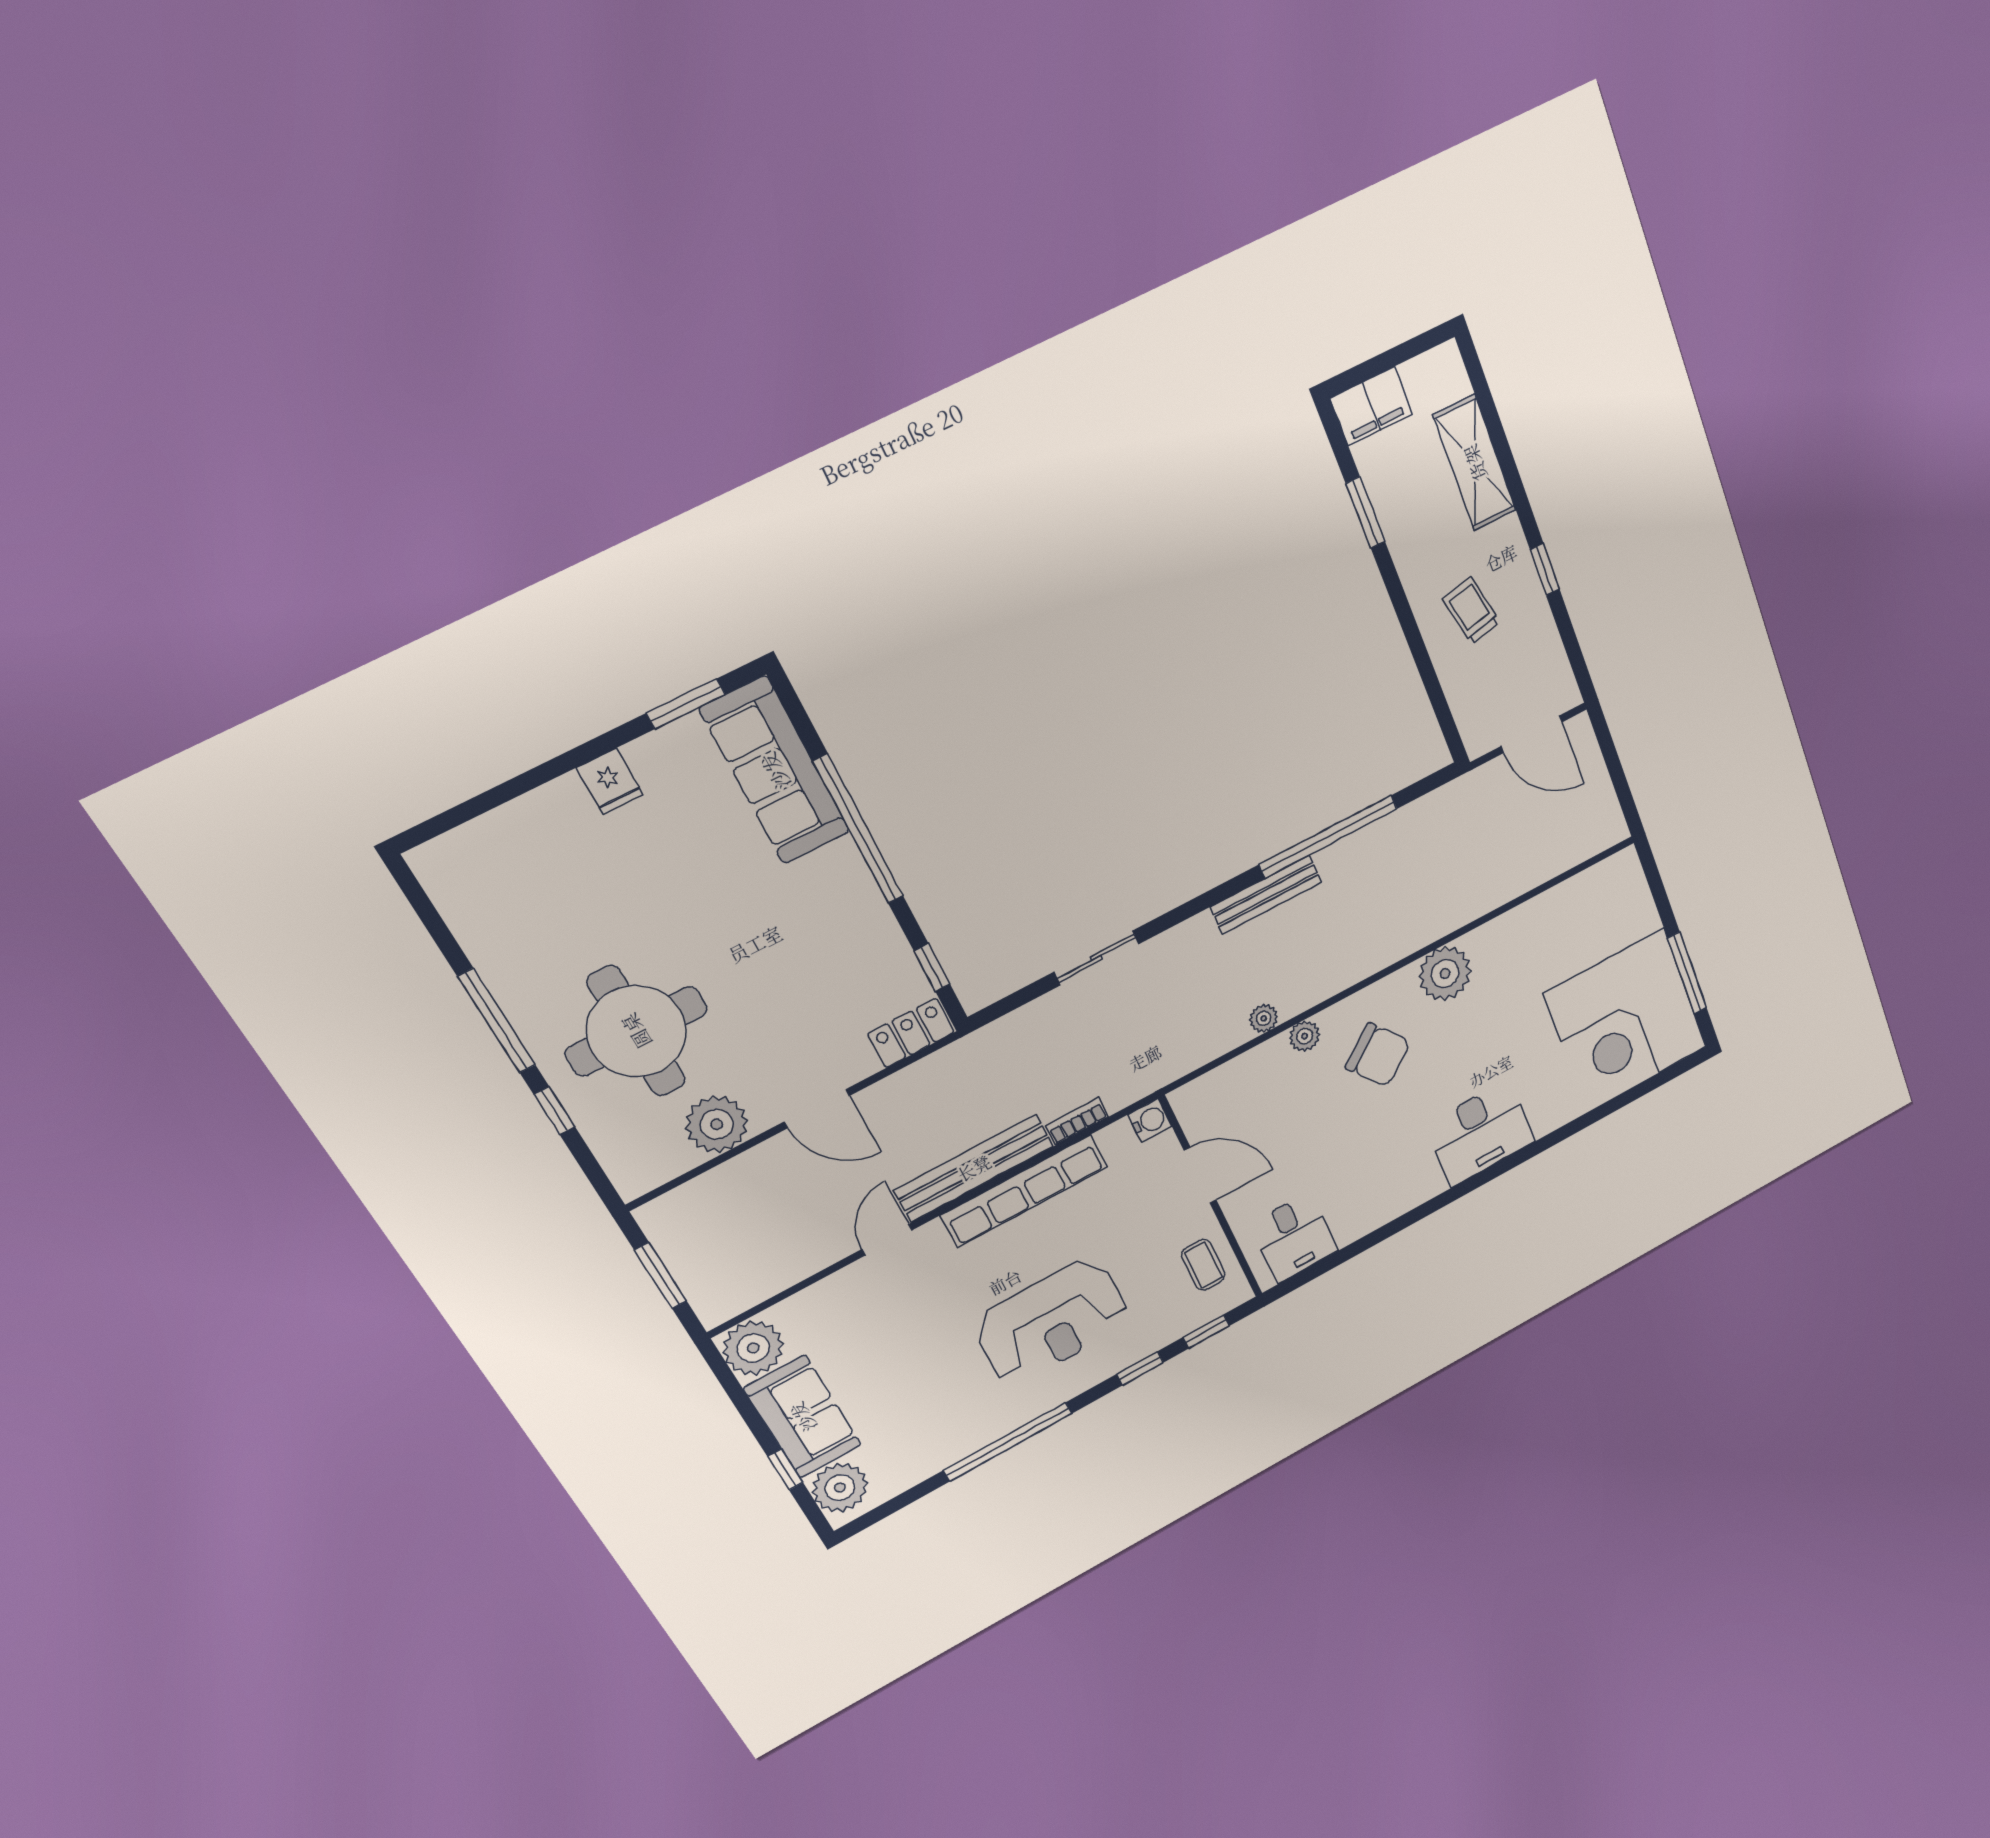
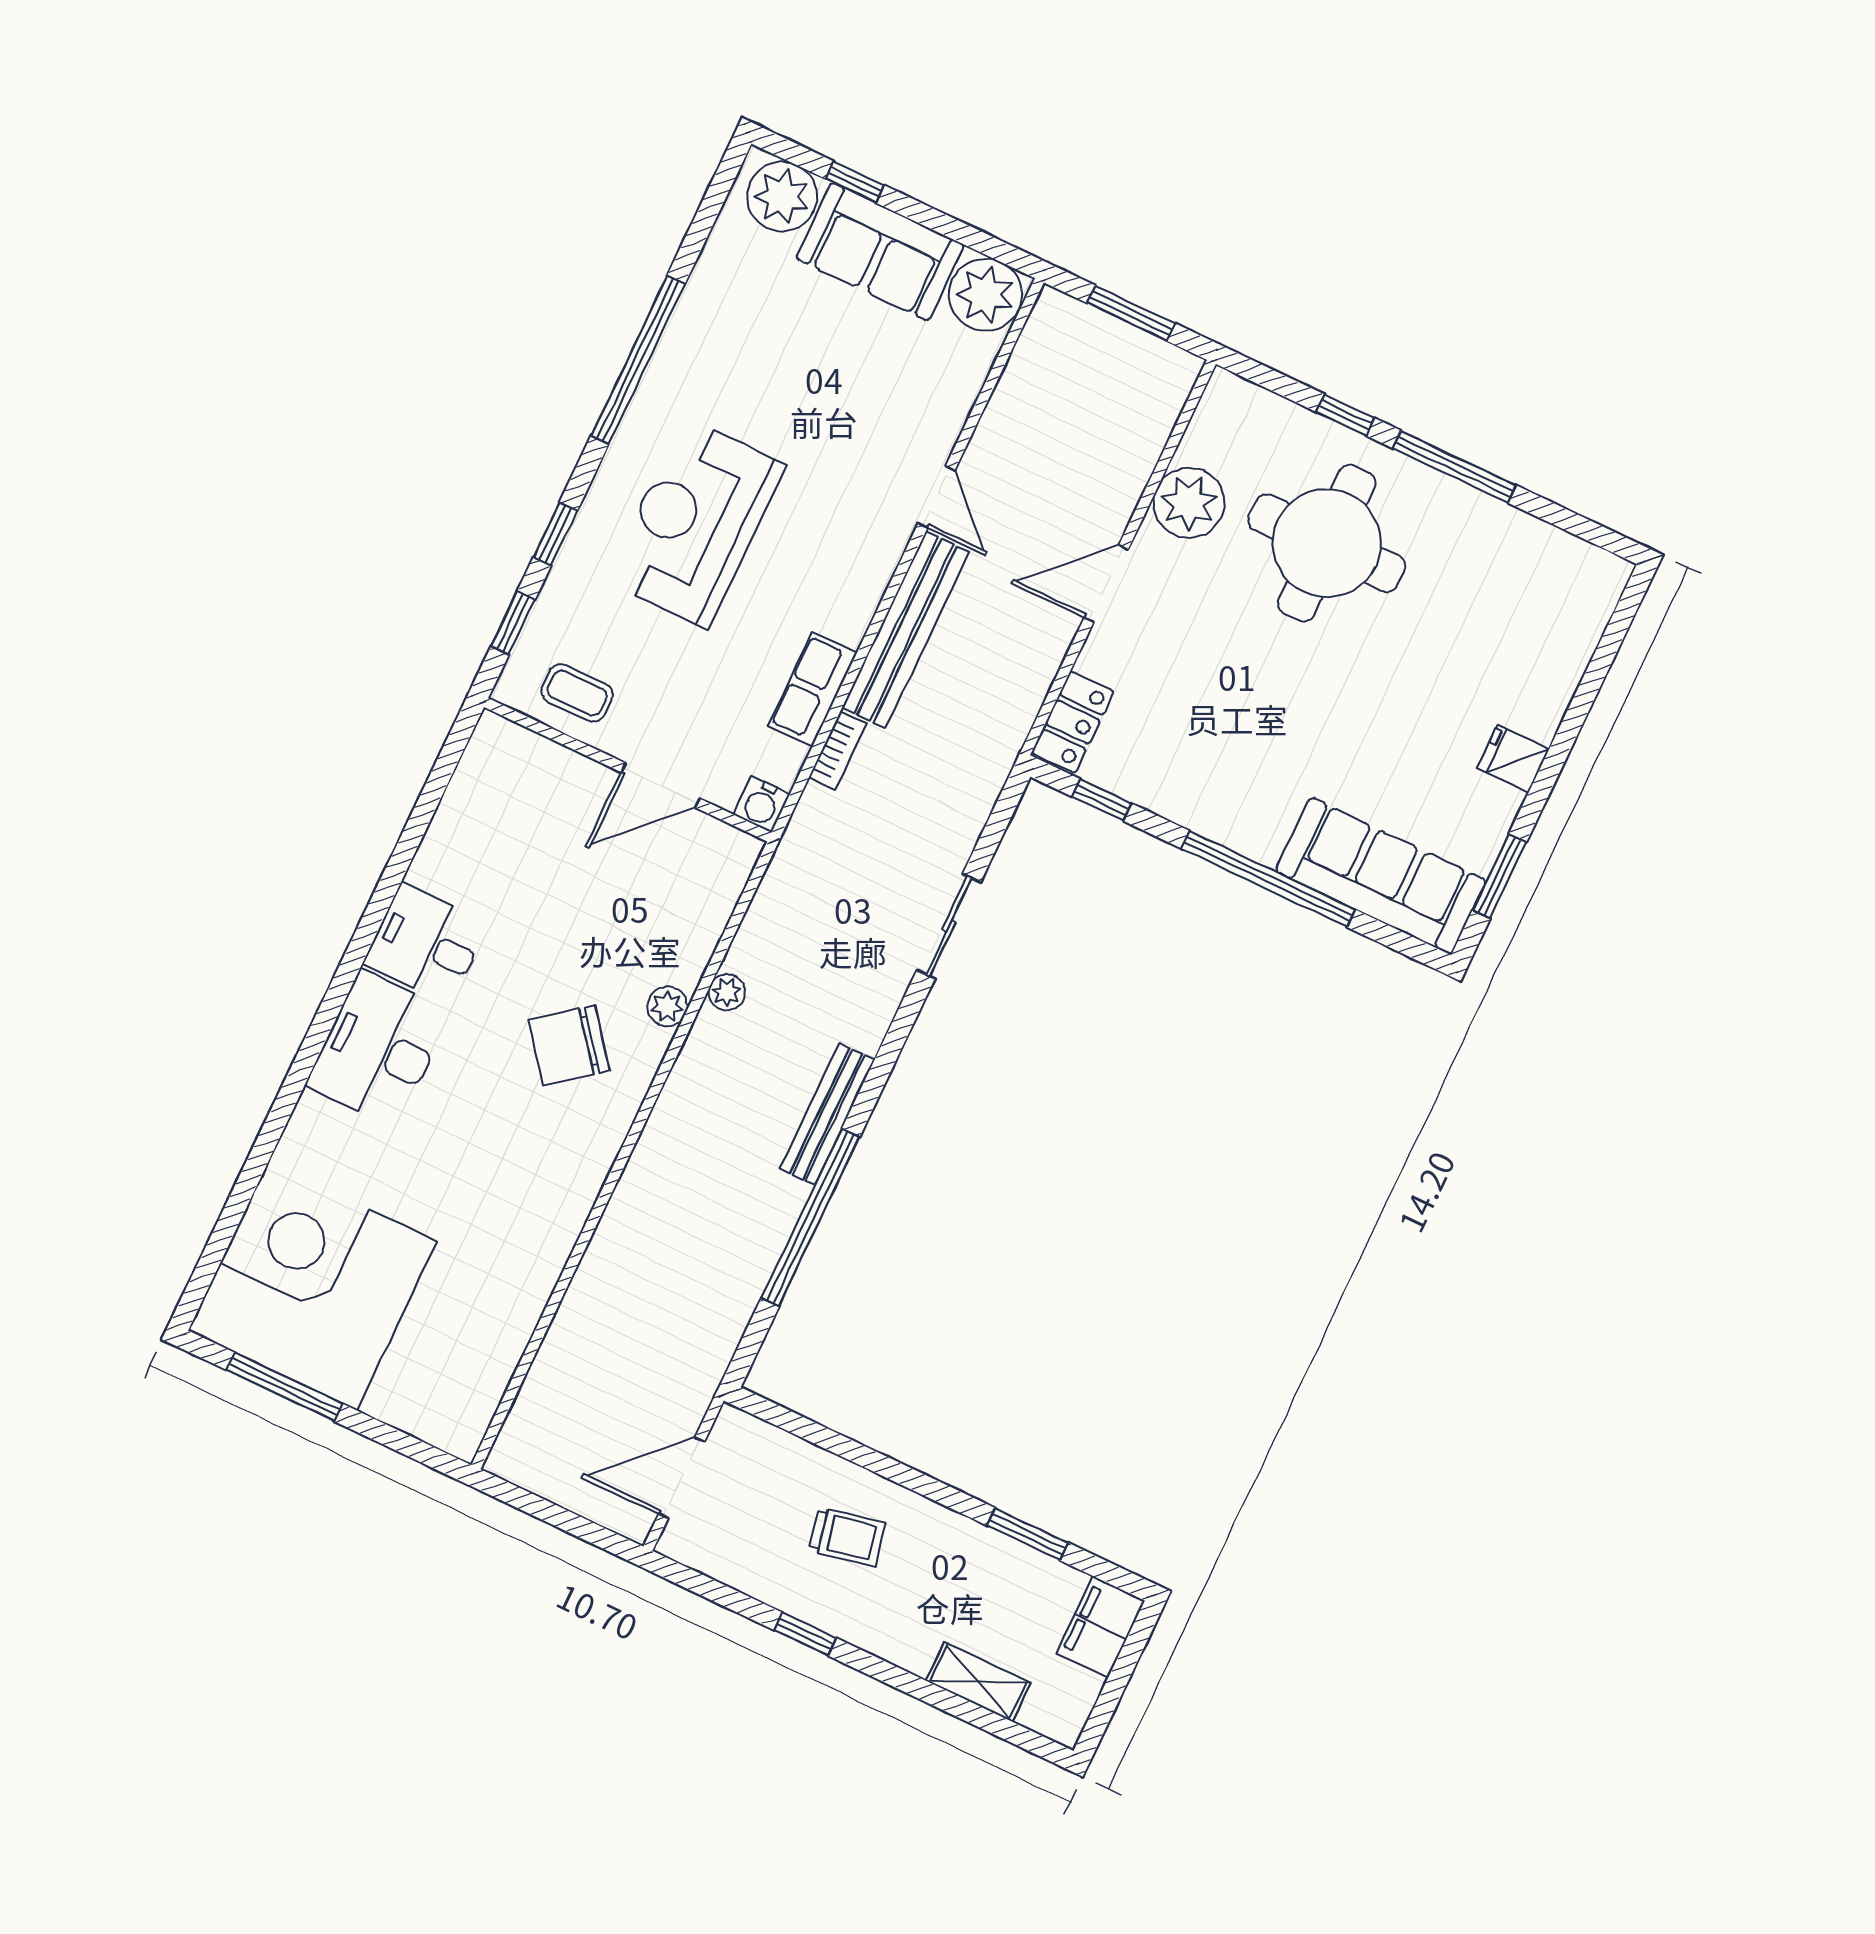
shelving: (1475, 463) -> (978, 1682), width x0.67, depth x0.75
plant: (1445, 974) -> (567, 1180), removed
row of seats: (1024, 1191) -> (812, 689), width x0.50
desk: (1294, 1238) -> (426, 944), moved

